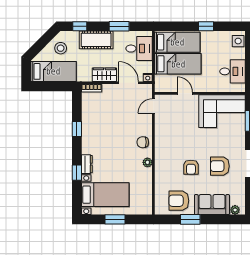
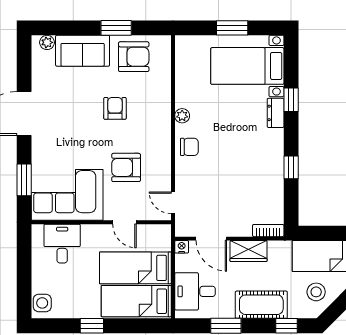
desk: (233, 71) -> (62, 244), moved, turned 90
door: (153, 106) -> (173, 203), swing flipped
armchair: (220, 166) -> (126, 167), moved, turned 180

